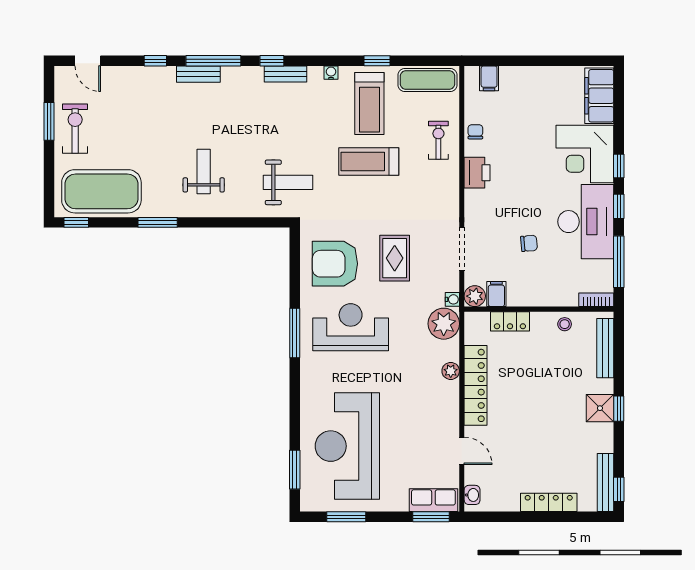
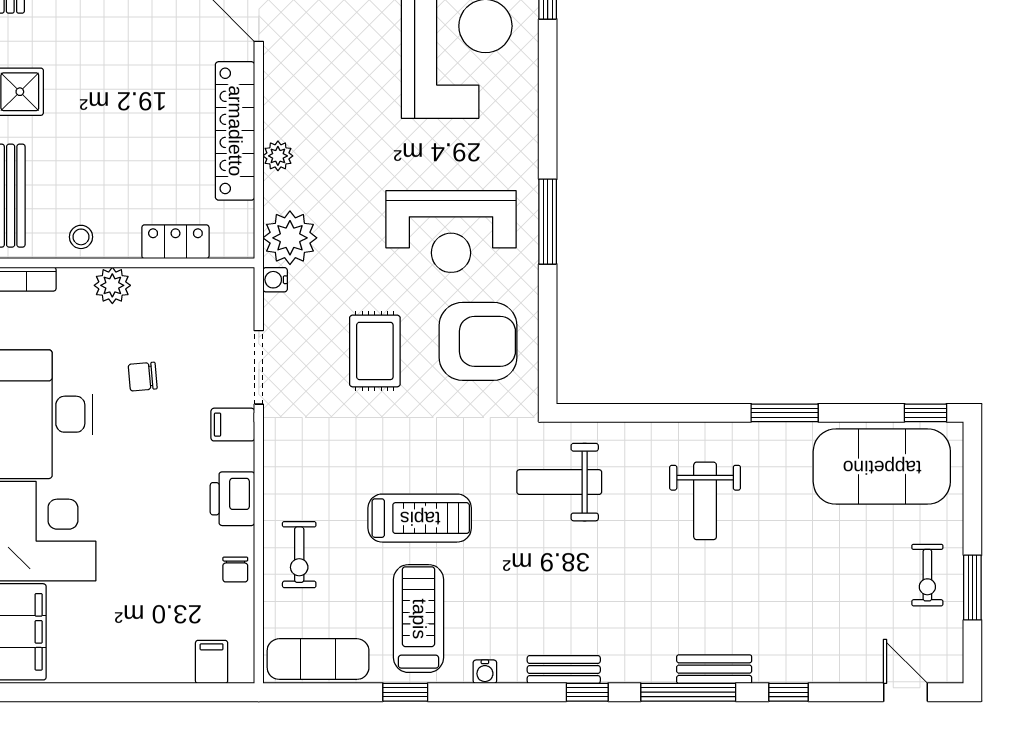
exercise bike: (75, 129) -> (927, 575), width x0.73, depth x0.72
filing cabinet: (496, 294) -> (233, 425), moved, turned 90
plant: (475, 296) -> (112, 285), moved

